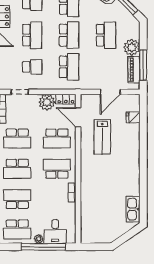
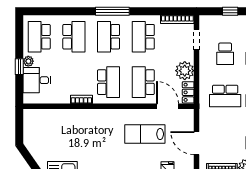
door: (78, 117) -> (167, 106), hinge flipped
window: (43, 247) -> (19, 67), width x0.32

